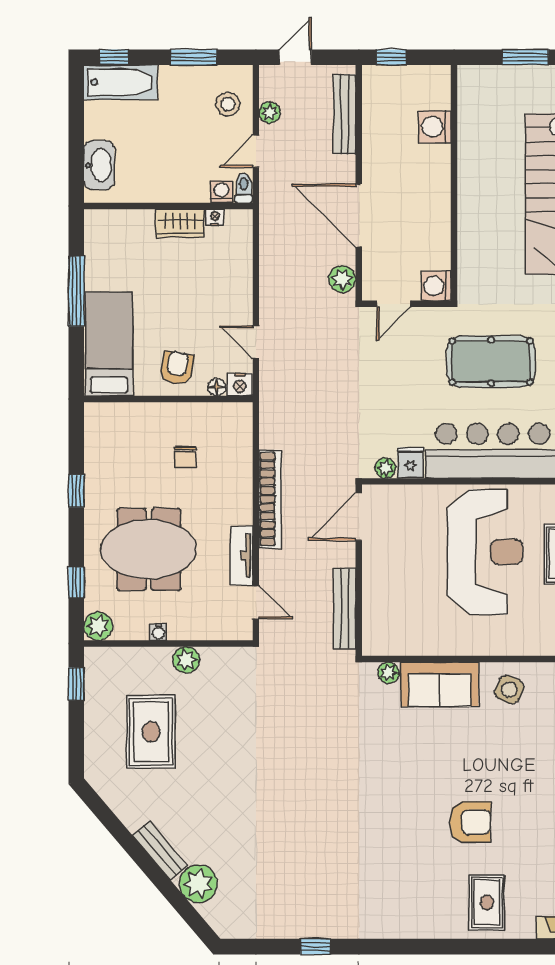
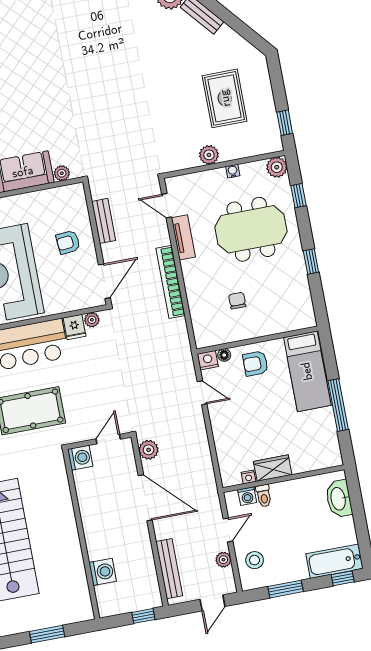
toilet: (244, 188) -> (264, 496), moved
armchair: (177, 368) -> (255, 364), turned 80
armchair: (398, 578) -> (68, 242), added
bench: (344, 609) -> (104, 221), width x0.73

